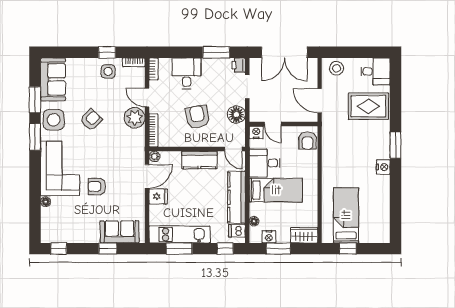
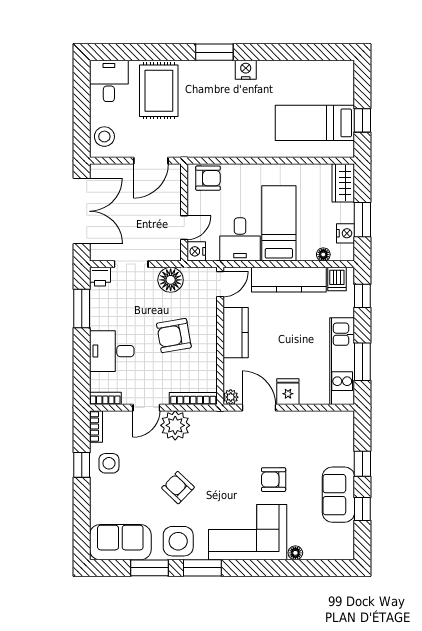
armchair: (97, 186) -> (274, 480), turned 90
sofa: (120, 232) -> (338, 495), moved
window: (59, 249) -> (362, 509), moved

